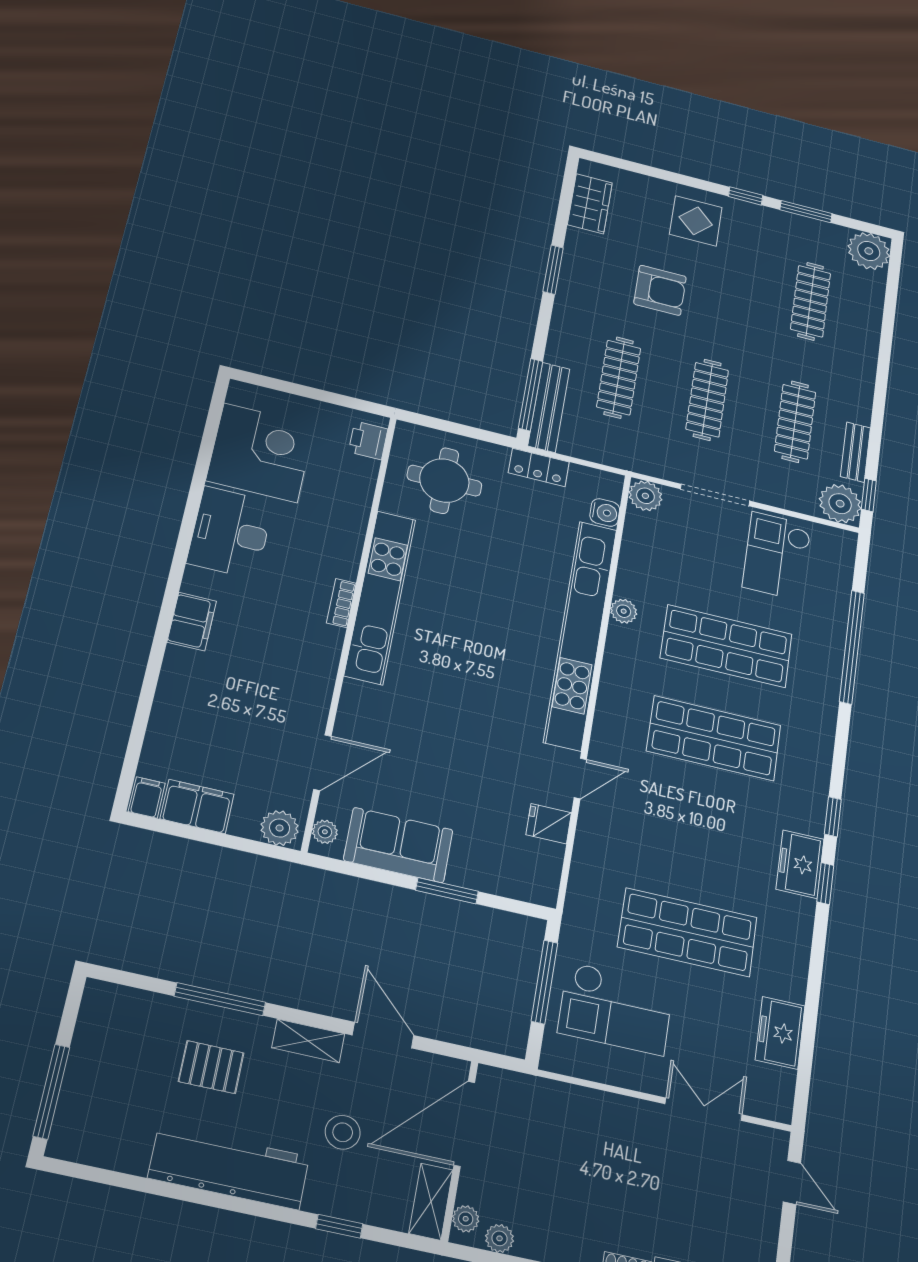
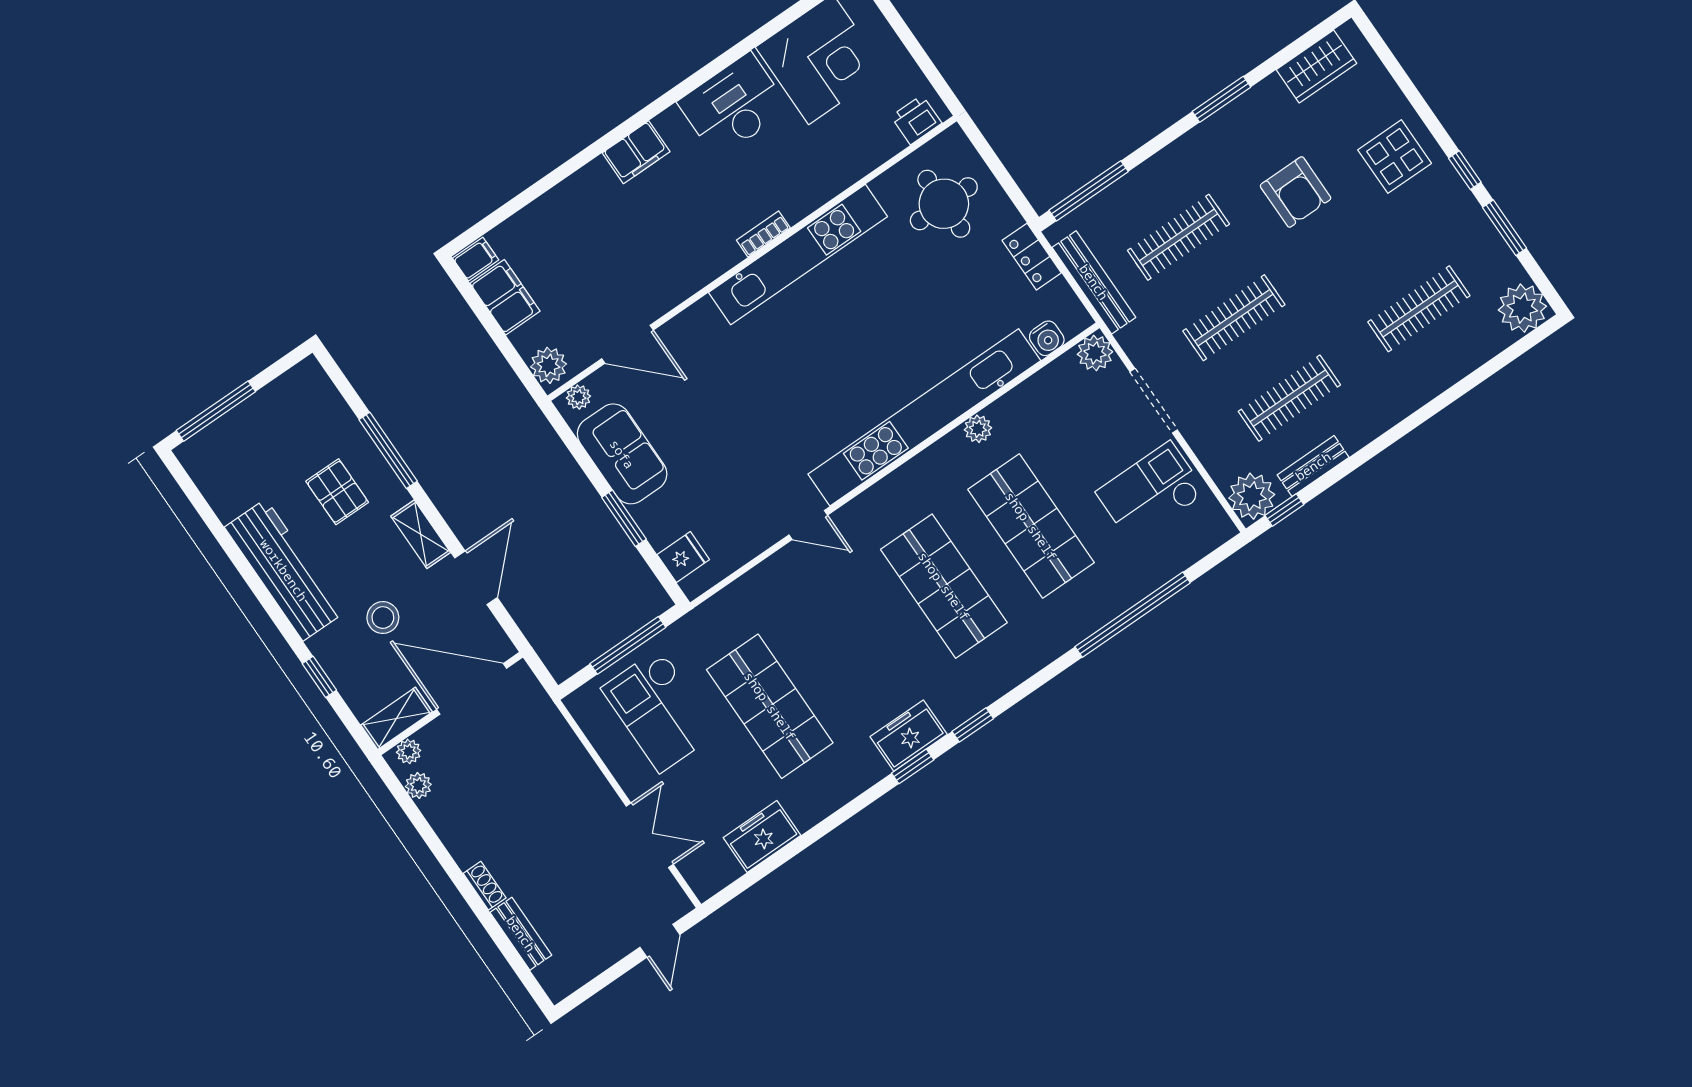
bench: (549, 407) -> (1094, 282), moved, turned 90
fridge: (549, 824) -> (683, 557), moved, turned 90

